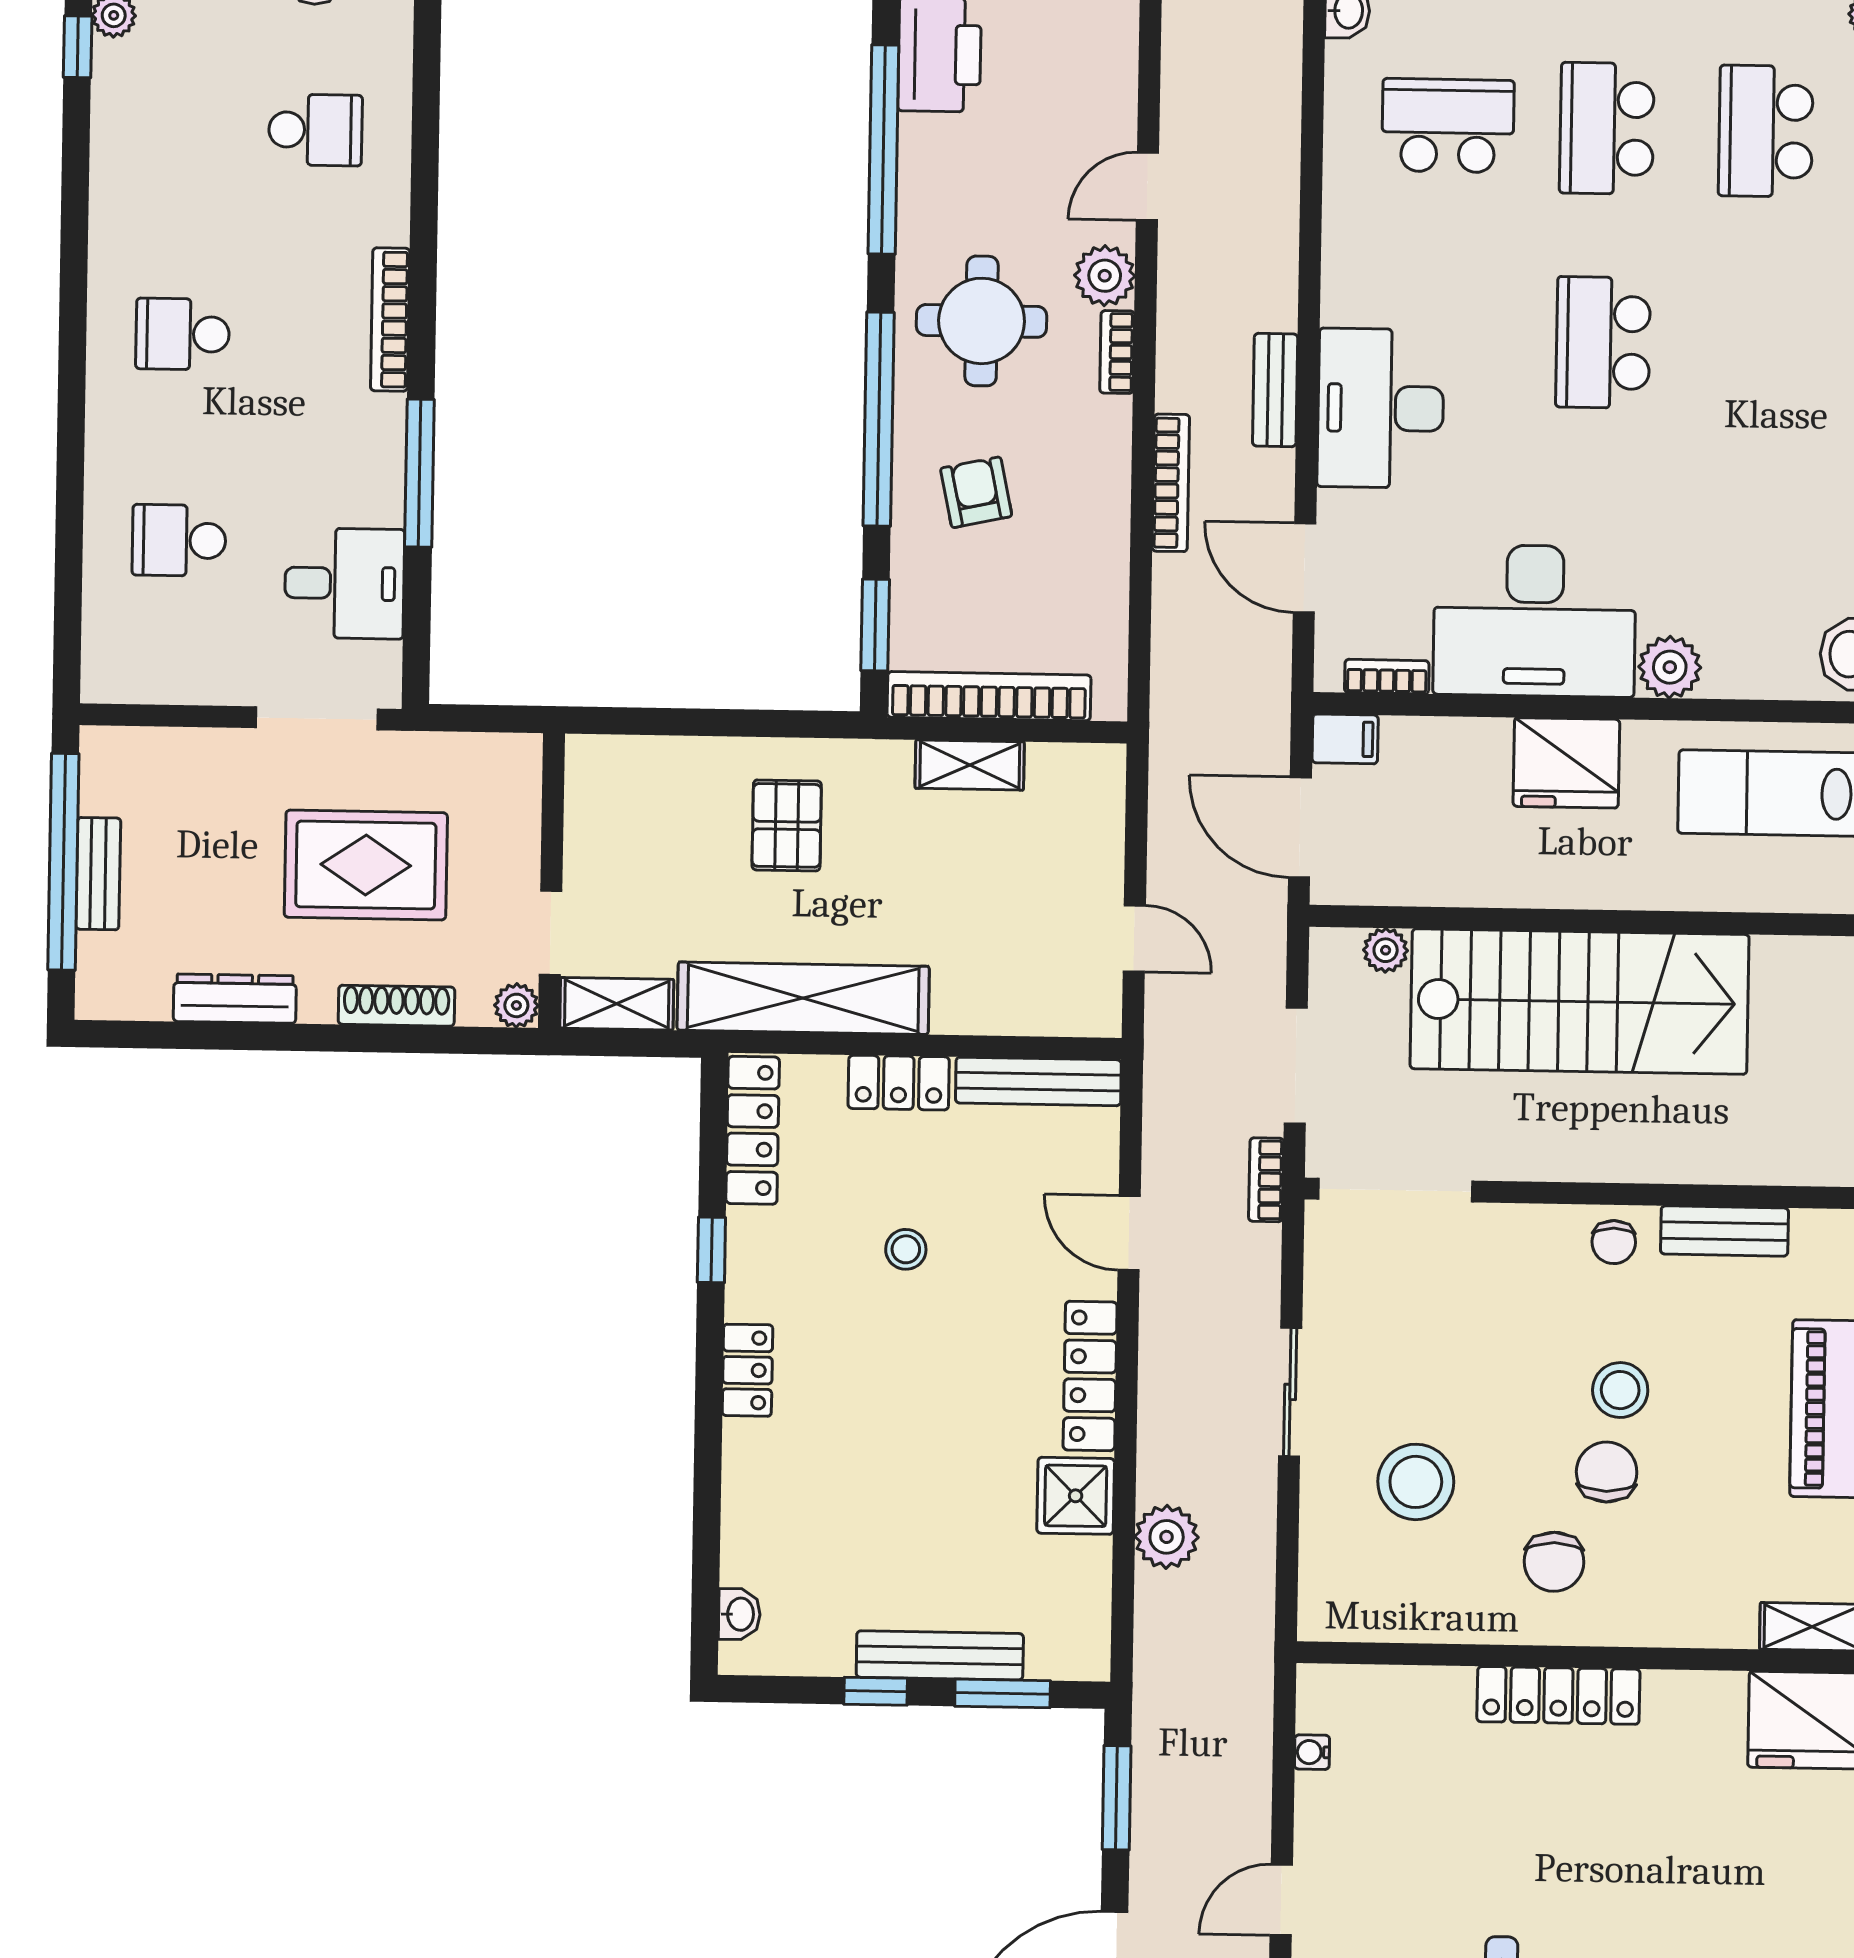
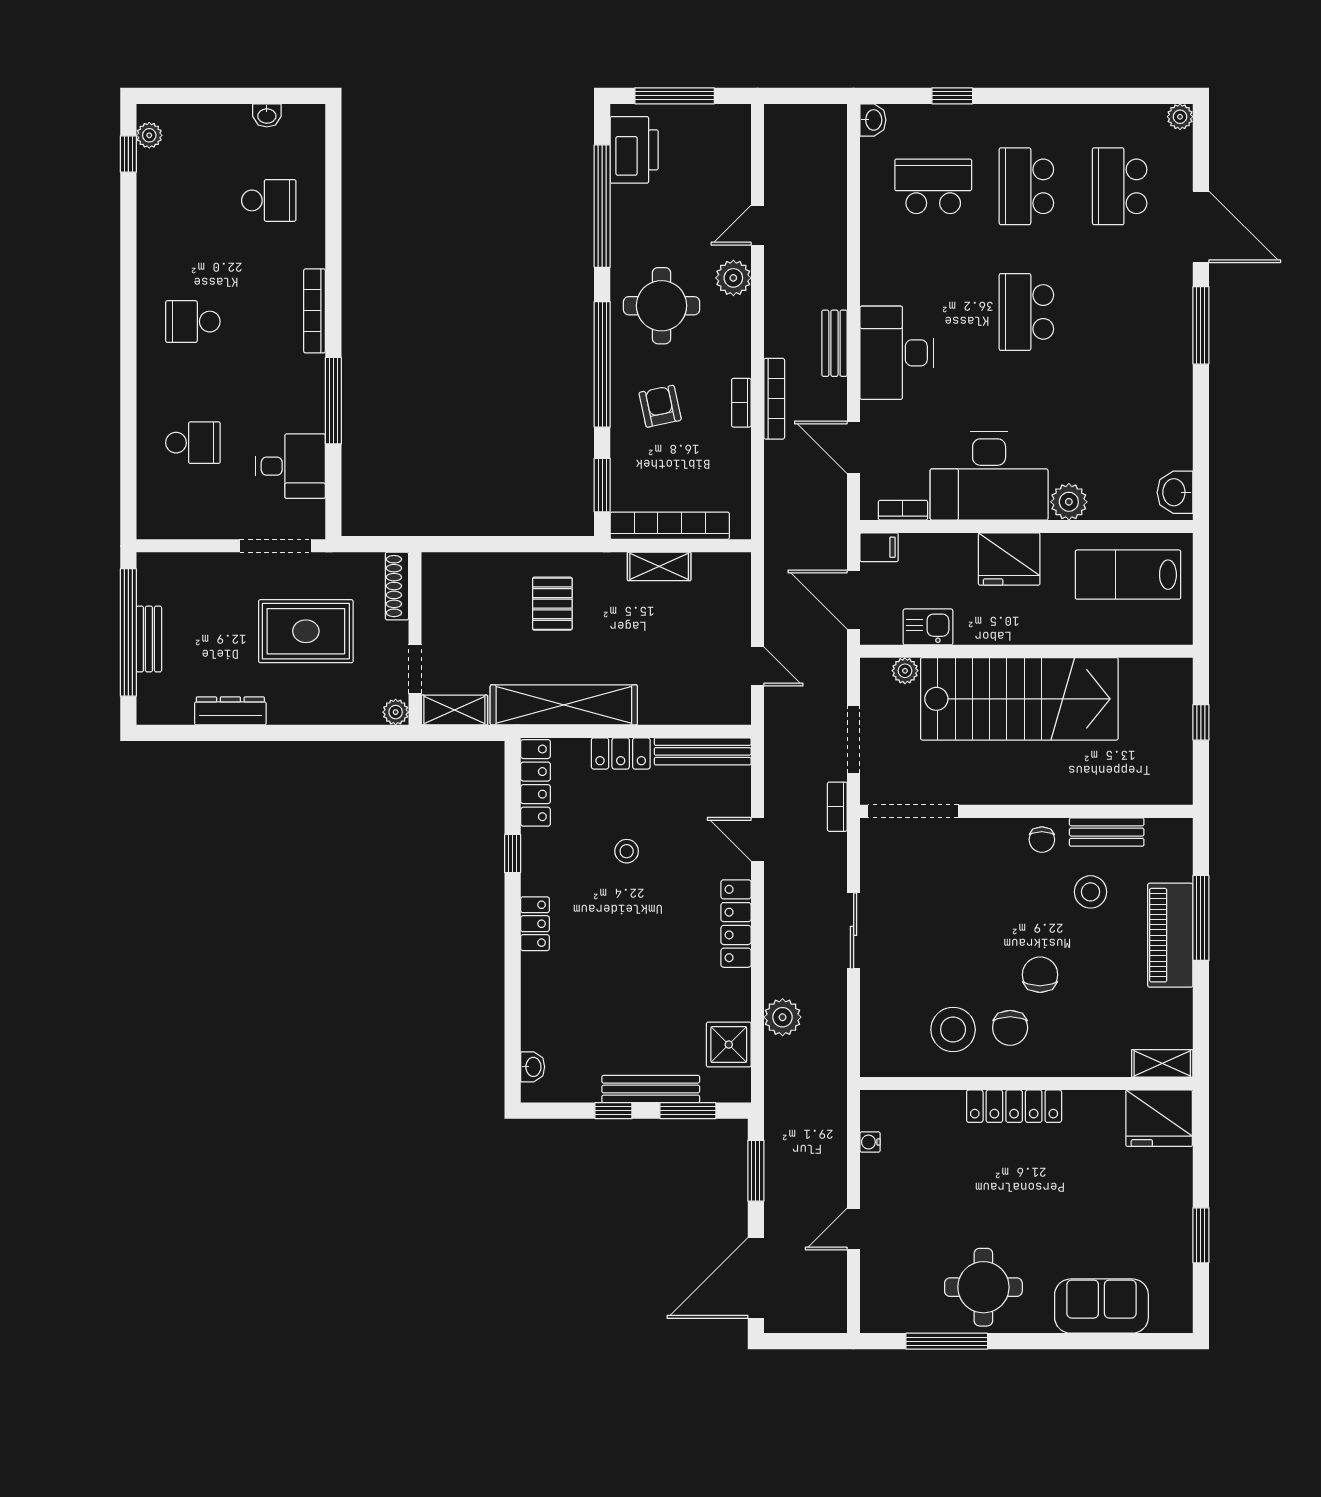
bookcase: (1117, 352) -> (741, 403), moved
school desk: (179, 540) -> (193, 443), turned 180
kitchen sink: (1426, 876) -> (928, 627), added
shoe rack: (396, 1006) -> (397, 586), moved, turned -90
stool: (1620, 1390) -> (1091, 892), moved
stool: (1416, 1482) -> (953, 1030), moved
shower: (1076, 1496) -> (729, 1045), moved

